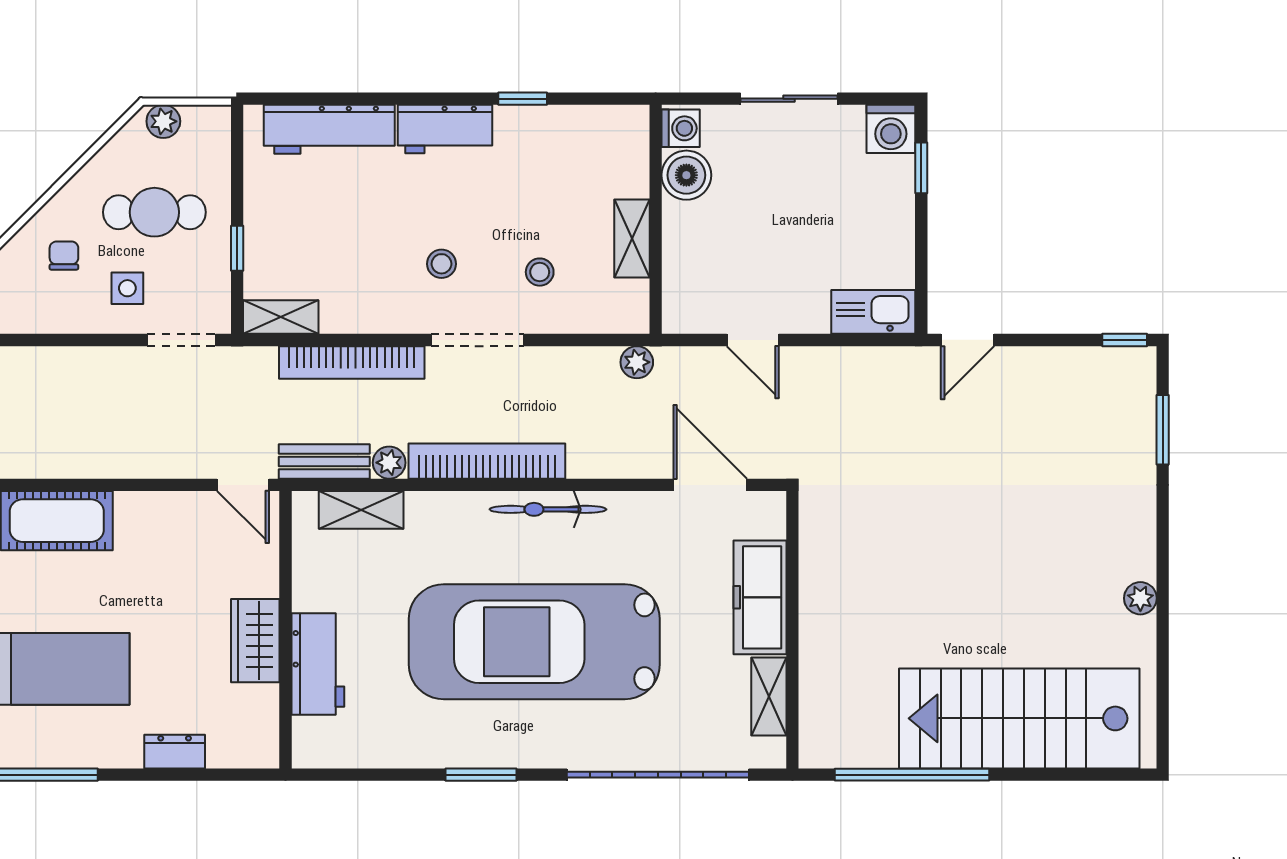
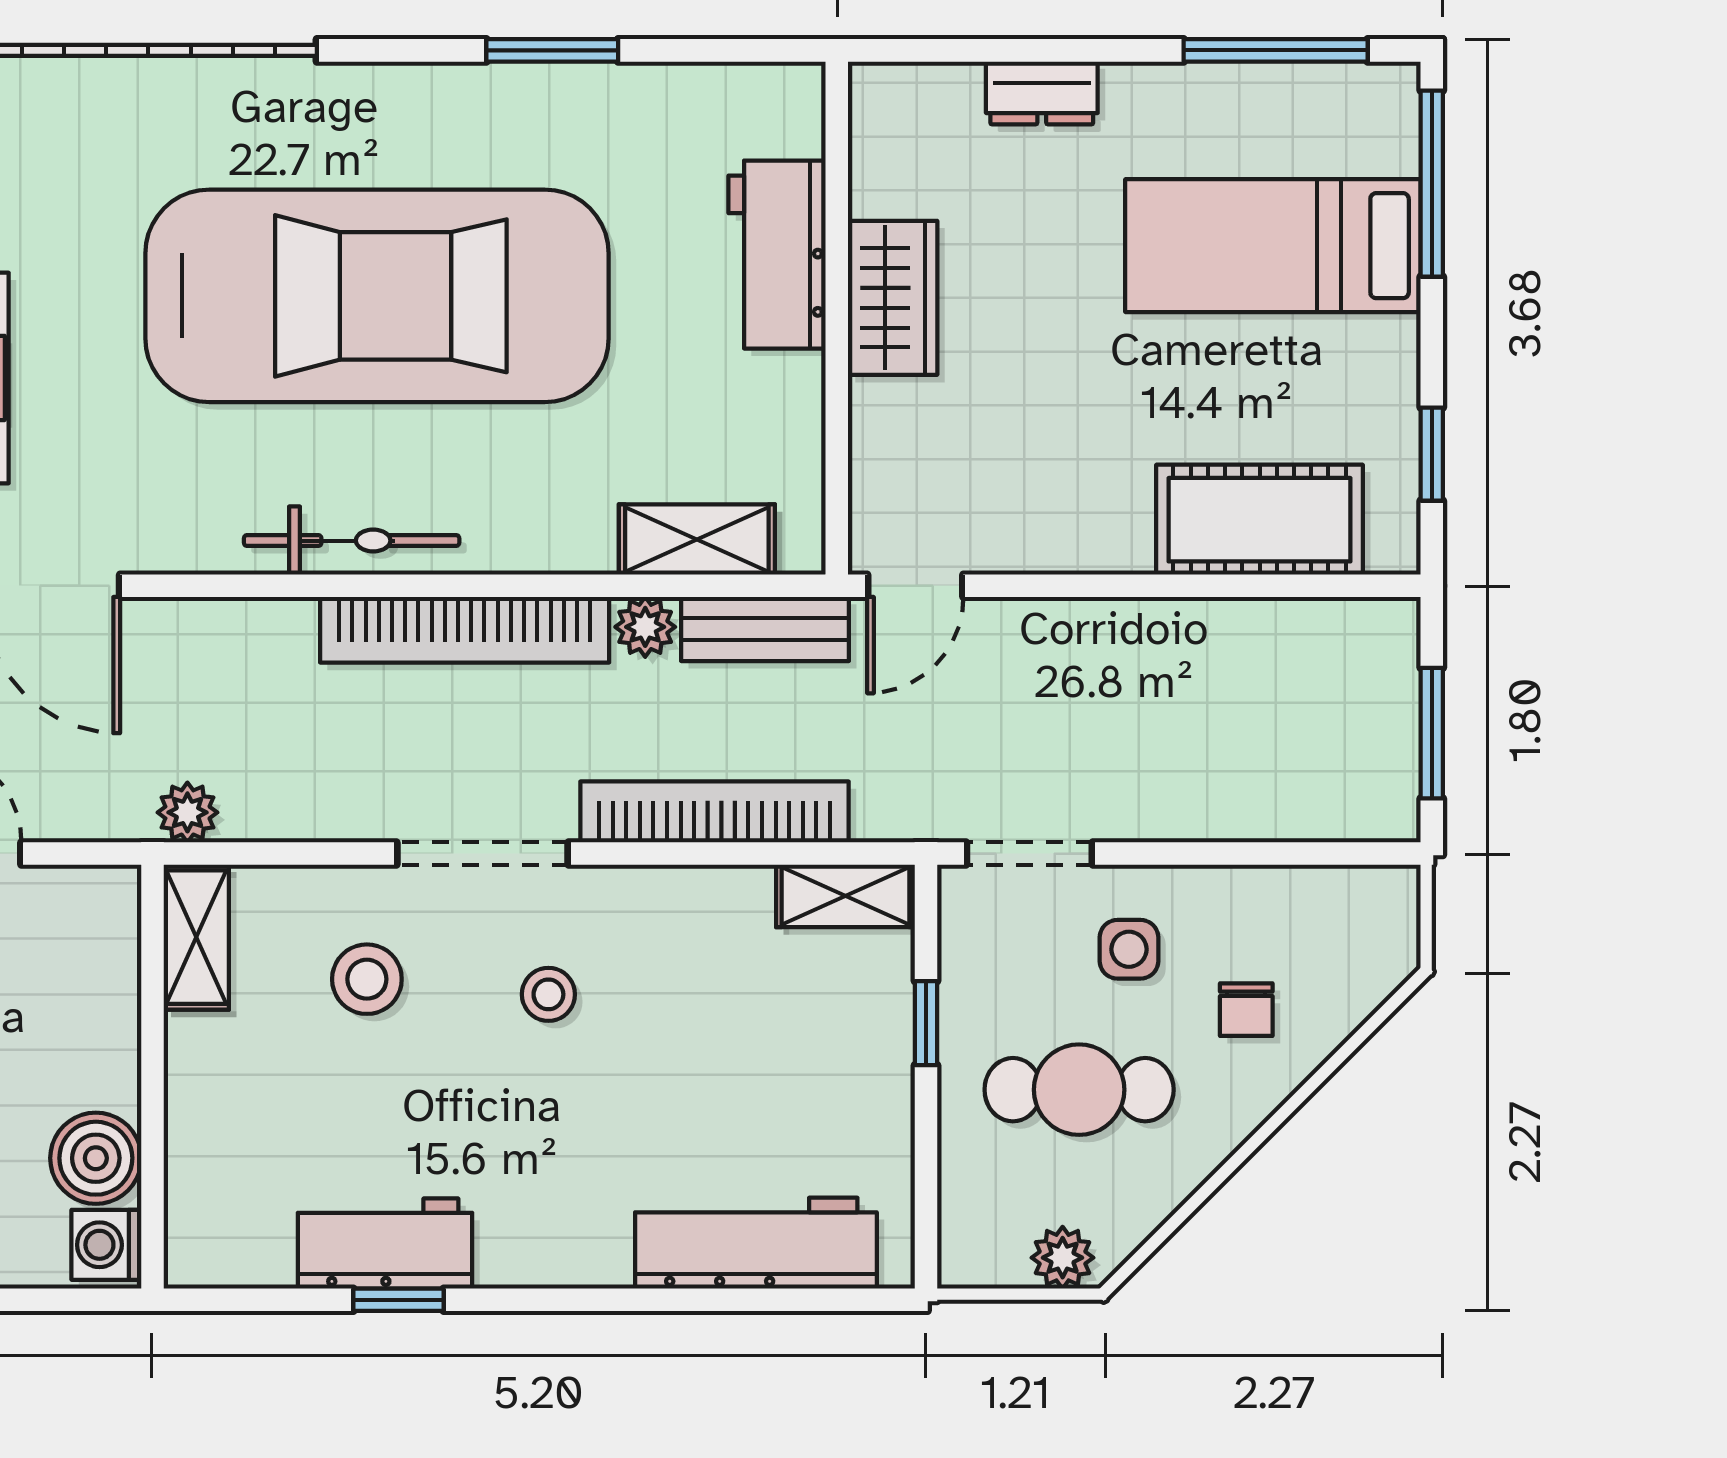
workbench: (445, 129) -> (385, 1244), moved
shelving: (632, 239) -> (196, 937), moved
stool: (540, 272) -> (367, 979), width x1.37, depth x1.37
door: (243, 485) -> (915, 586), swing flipped
window: (481, 775) -> (552, 50), moved

